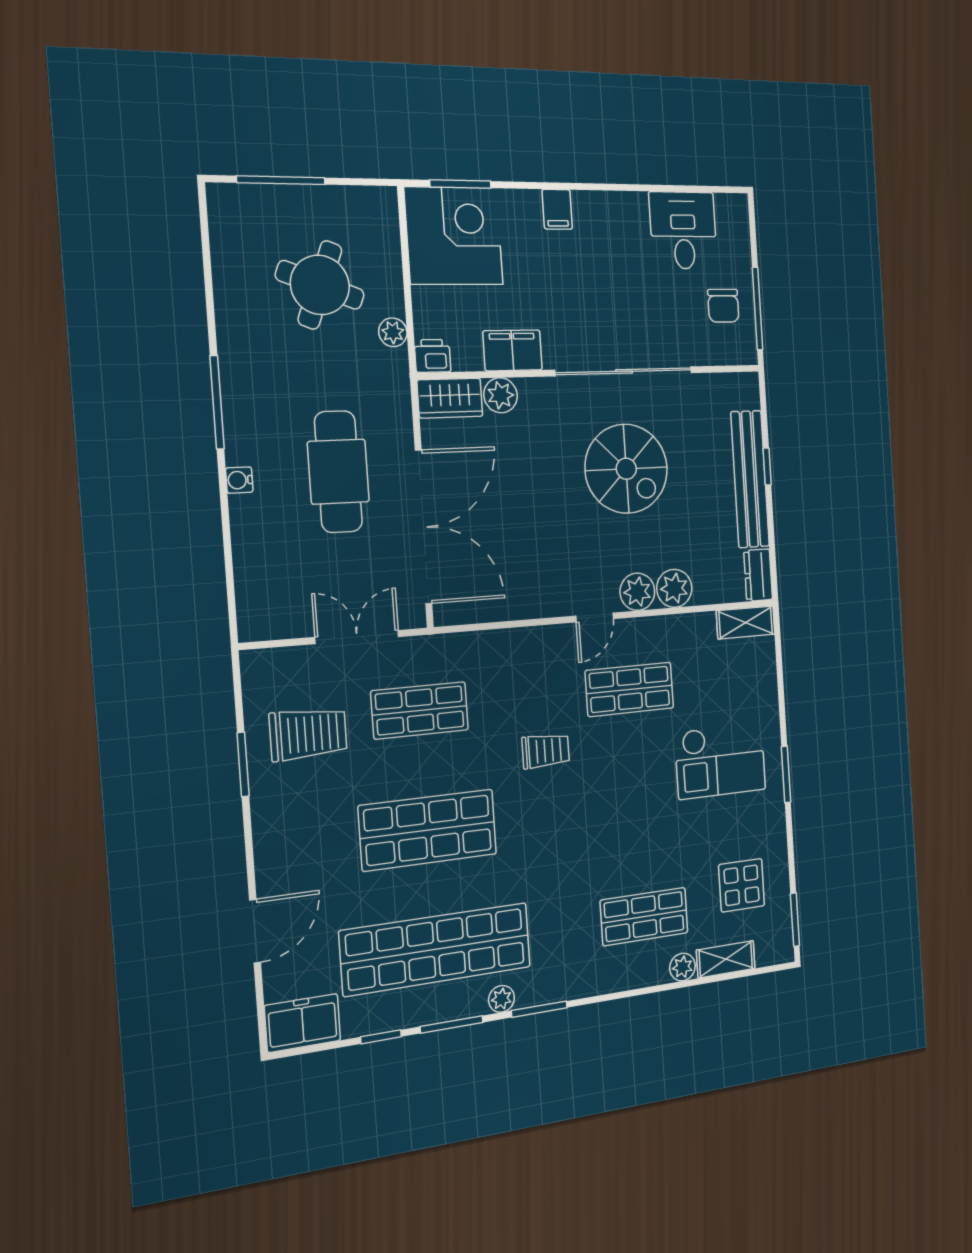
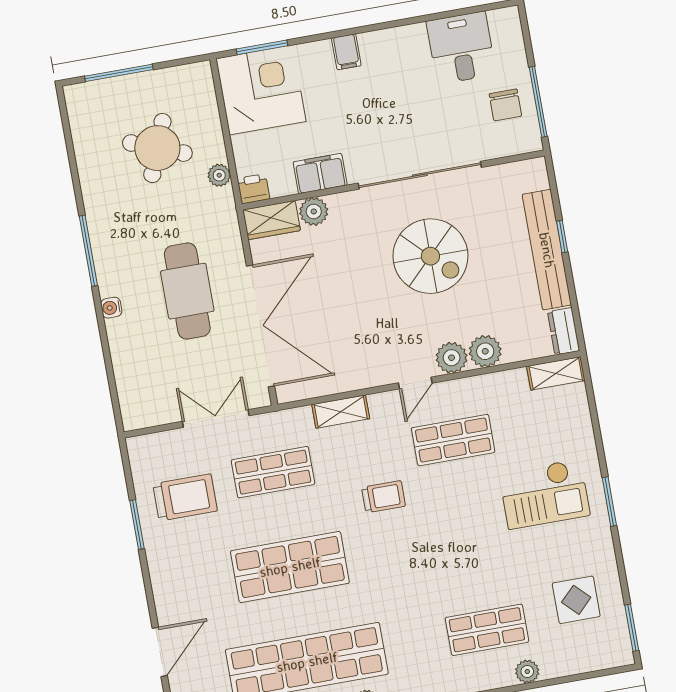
shelving: (726, 959) -> (341, 412), moved

